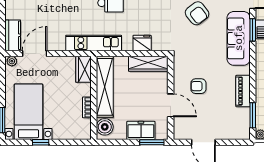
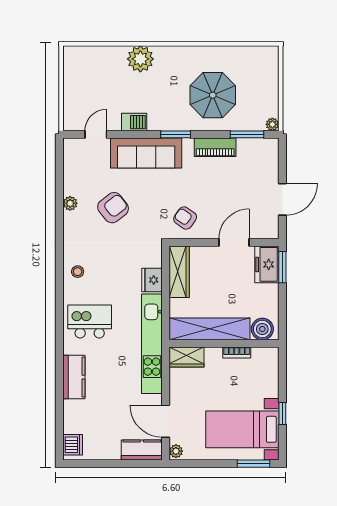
window: (253, 30) -> (176, 134), moved
kitchen unit: (94, 43) -> (152, 344), width x1.36
armchair: (198, 86) -> (185, 218), moved, turned 125
freezer: (141, 130) -> (267, 264), moved

